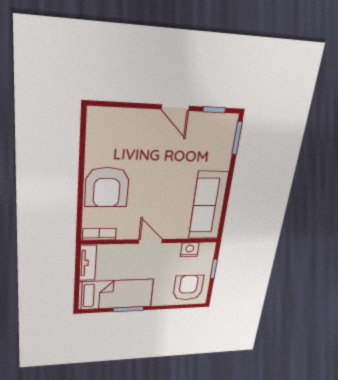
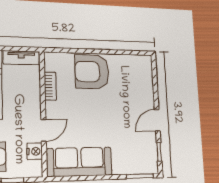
bookcase: (99, 234) -> (50, 86), moved
door: (150, 241) -> (44, 130), moved

